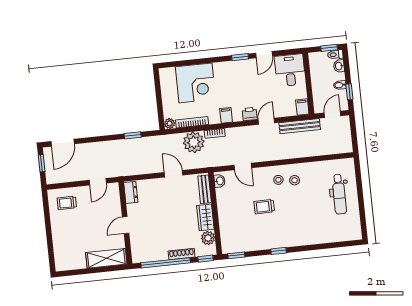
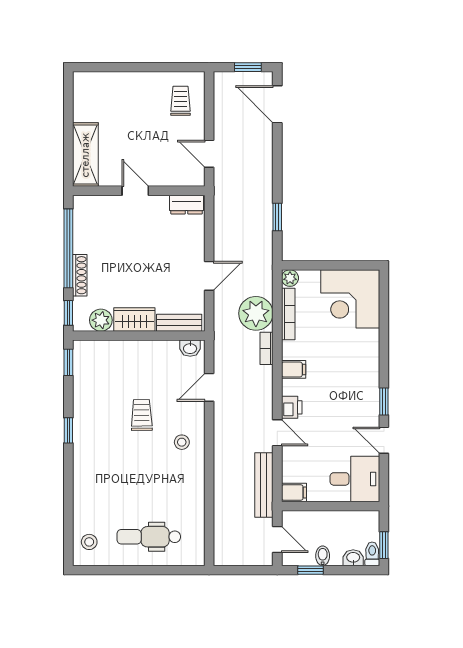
corner desk: (195, 83) -> (350, 299), moved
stool: (295, 180) -> (89, 542), moved

